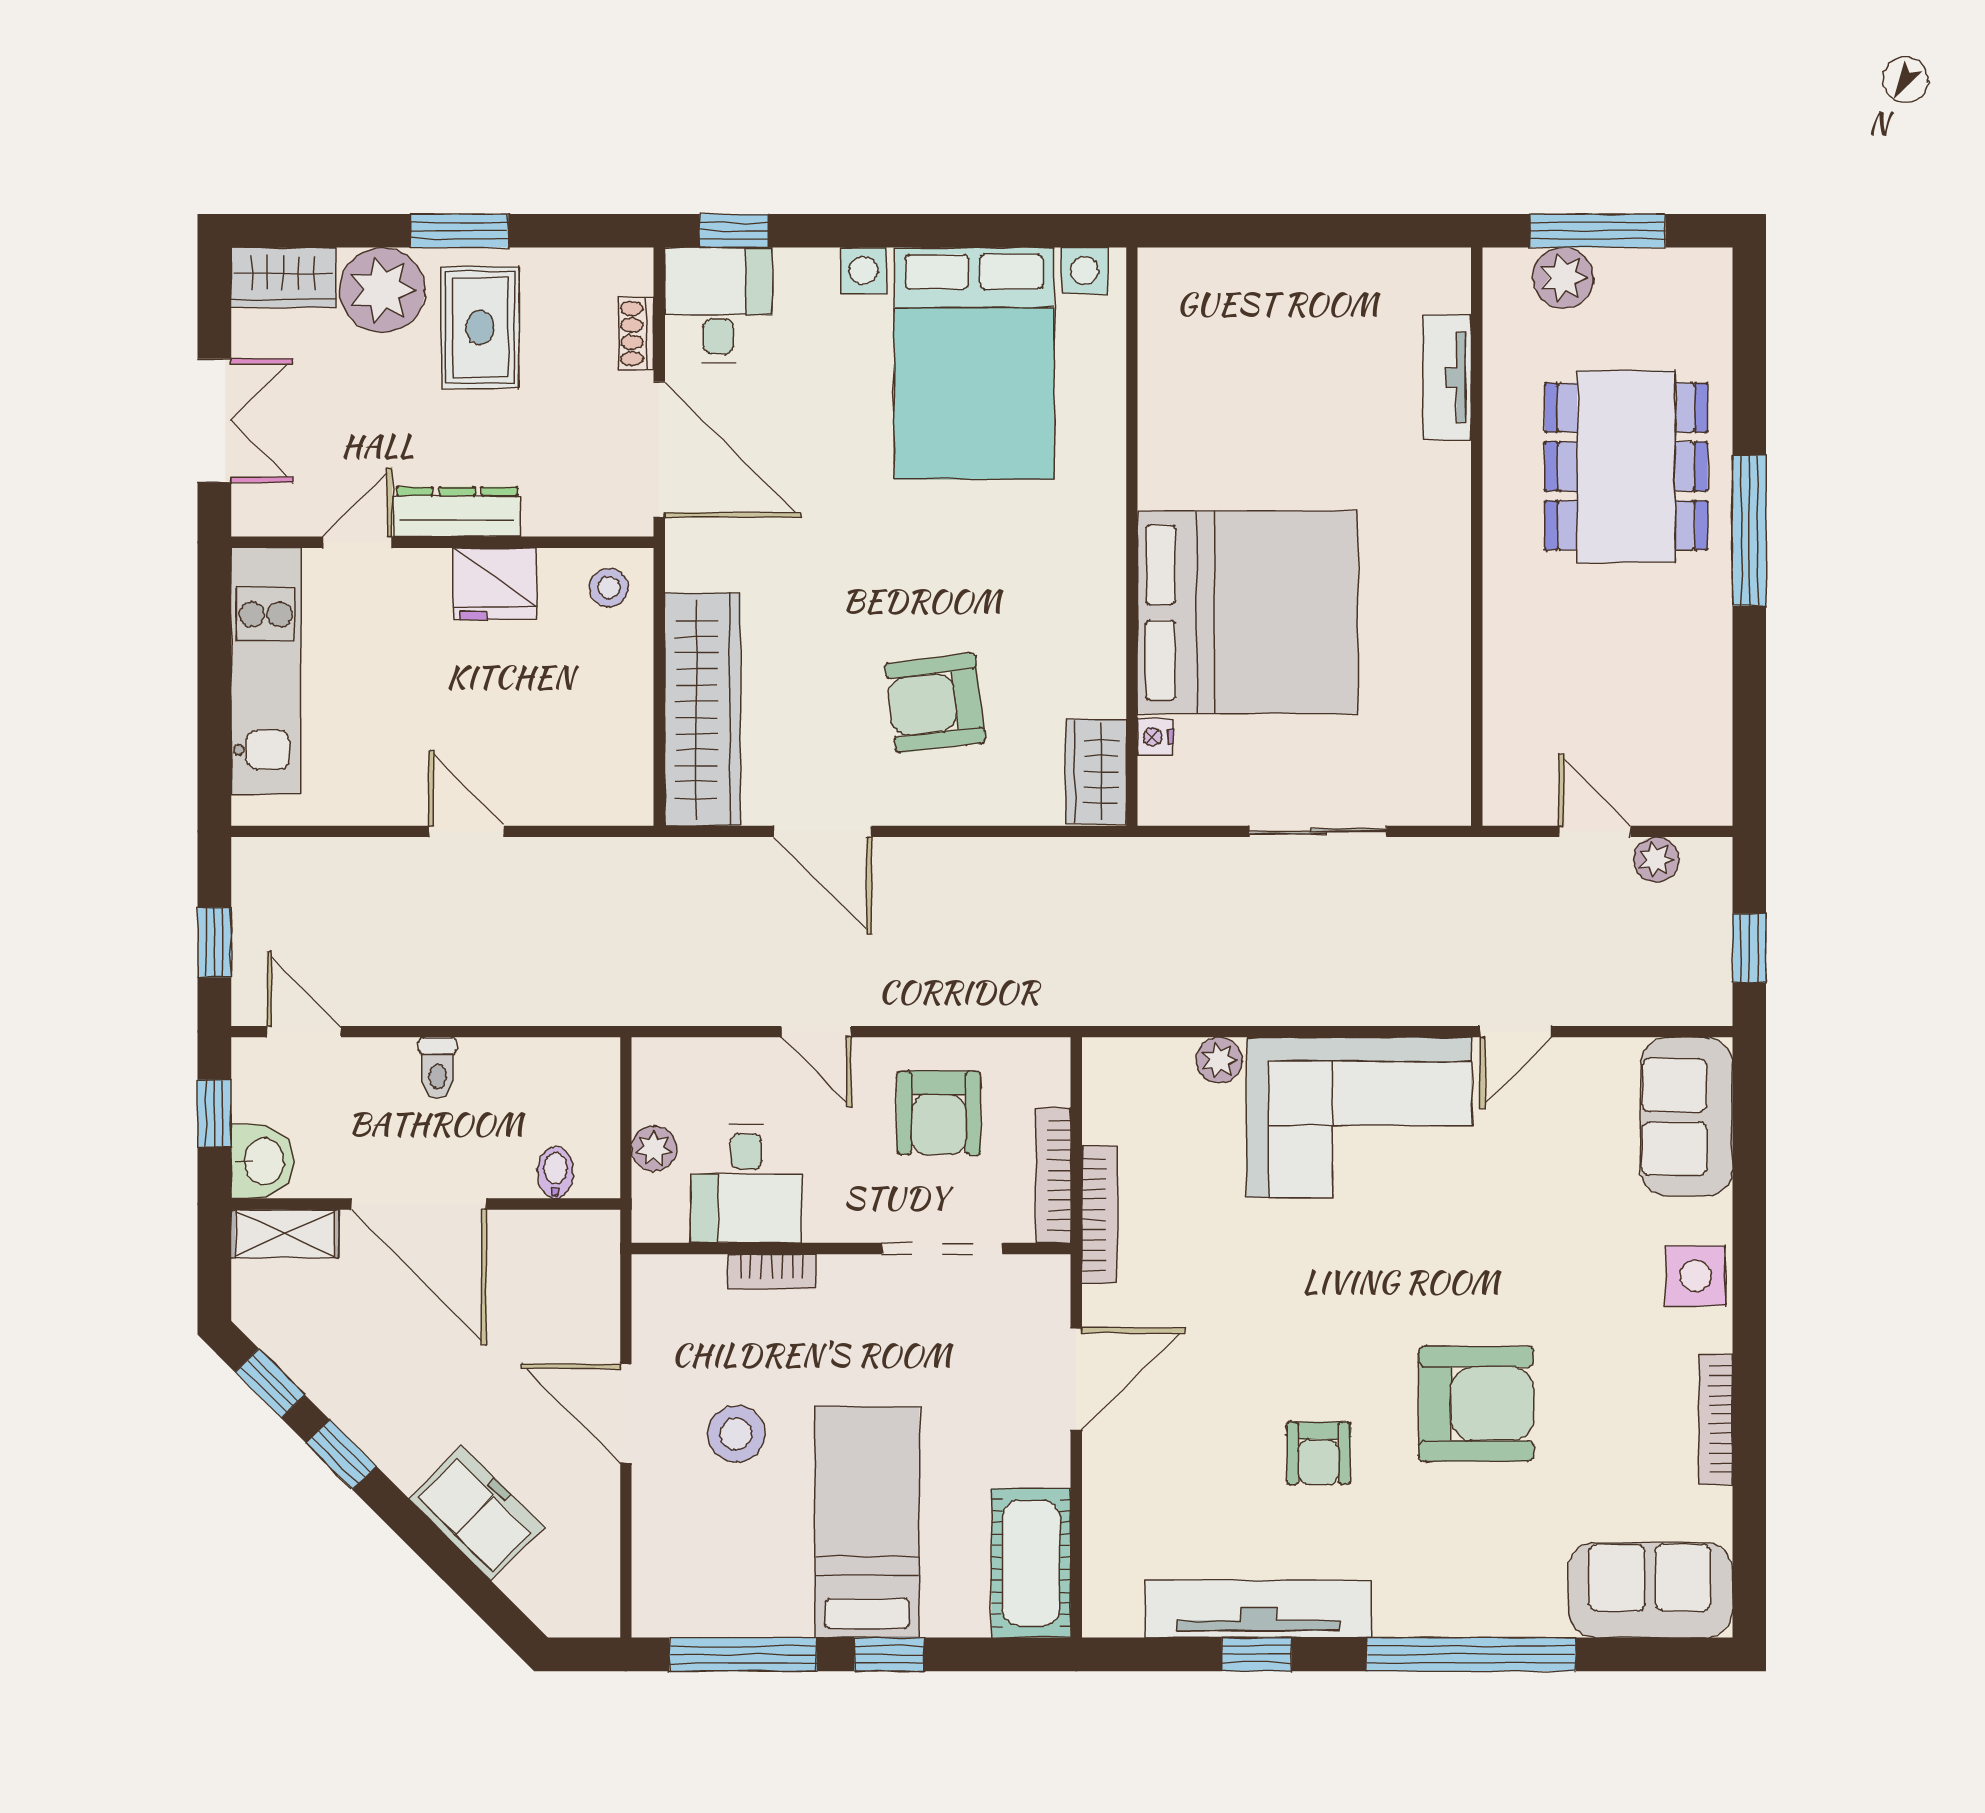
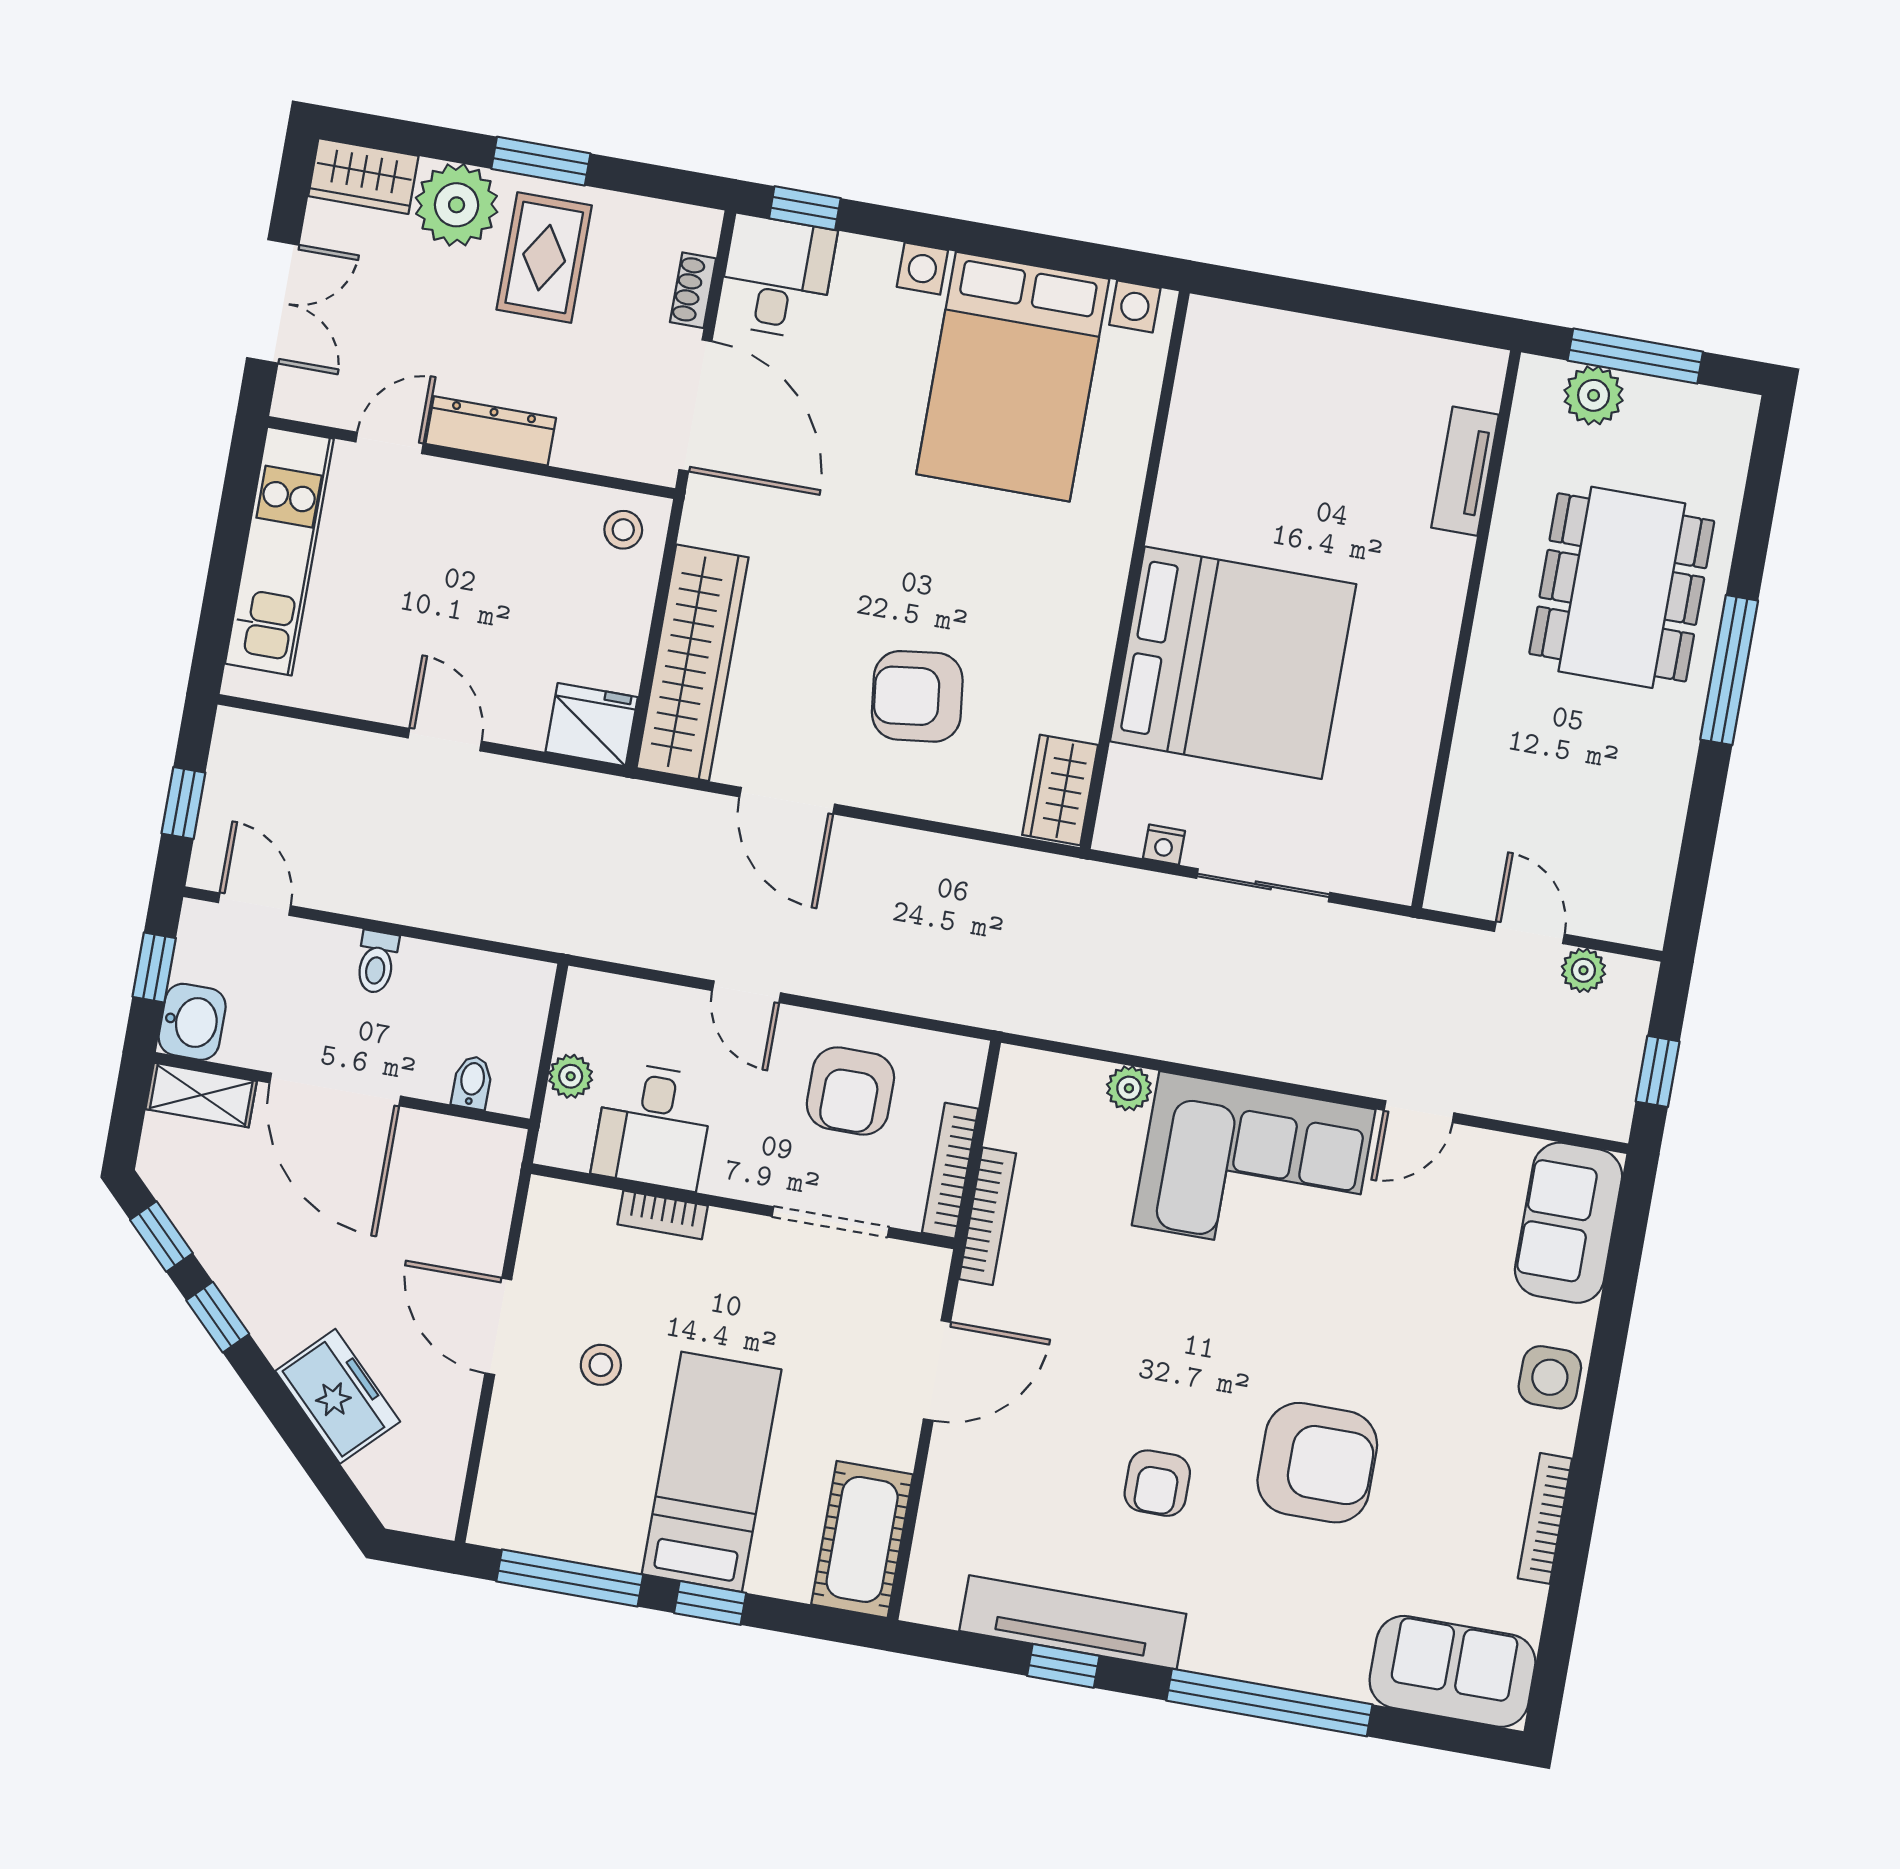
fridge: (495, 584) -> (592, 725), moved, turned 180
nightstand: (1155, 737) -> (1164, 845), moved, turned -90
stool: (736, 1434) -> (601, 1365), width x0.73, depth x0.73

